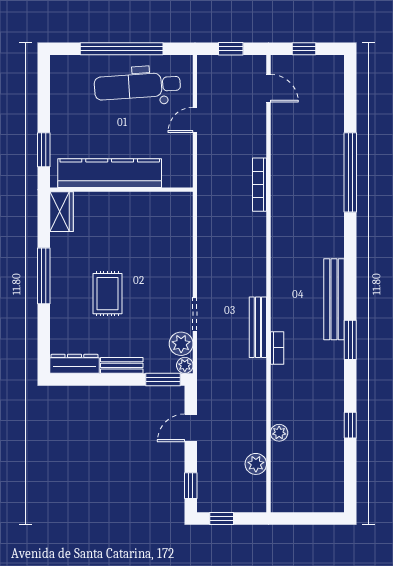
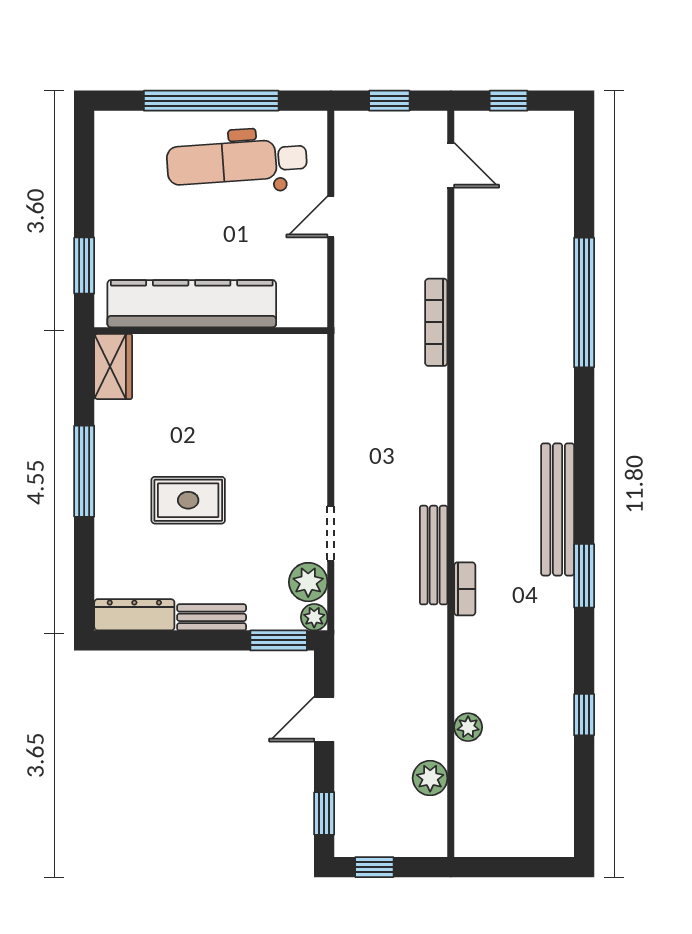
rug: (107, 294) -> (188, 500), turned 90

